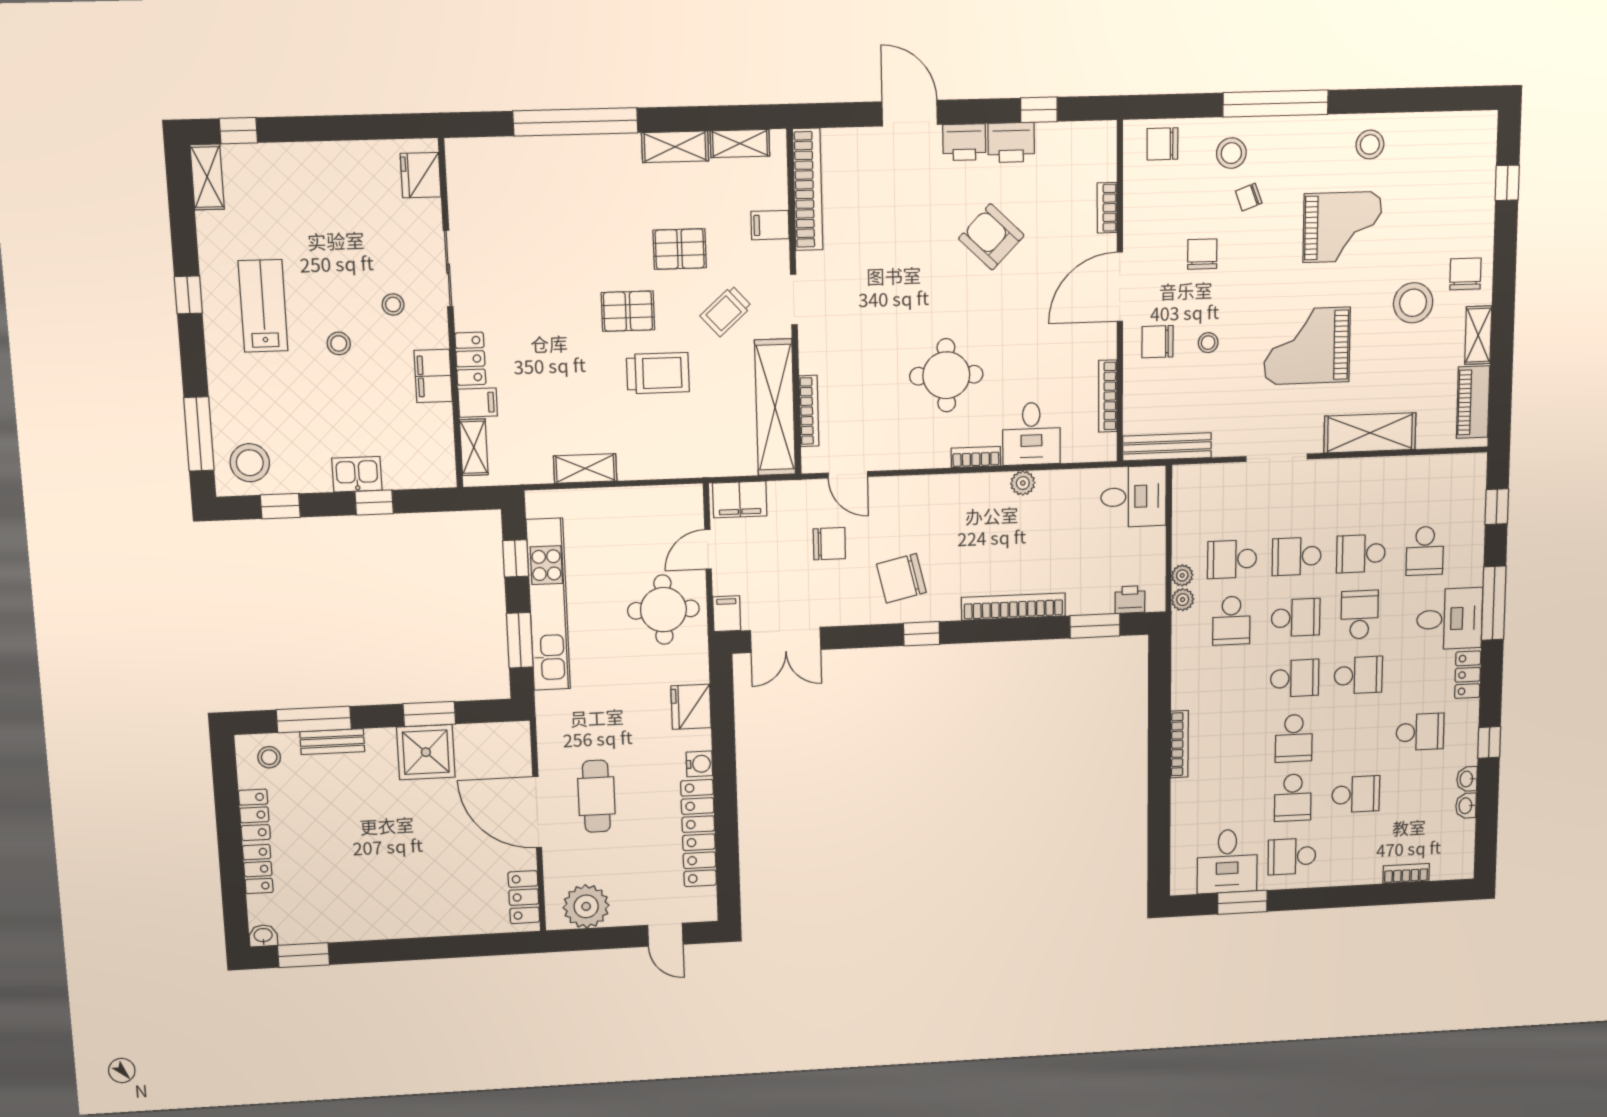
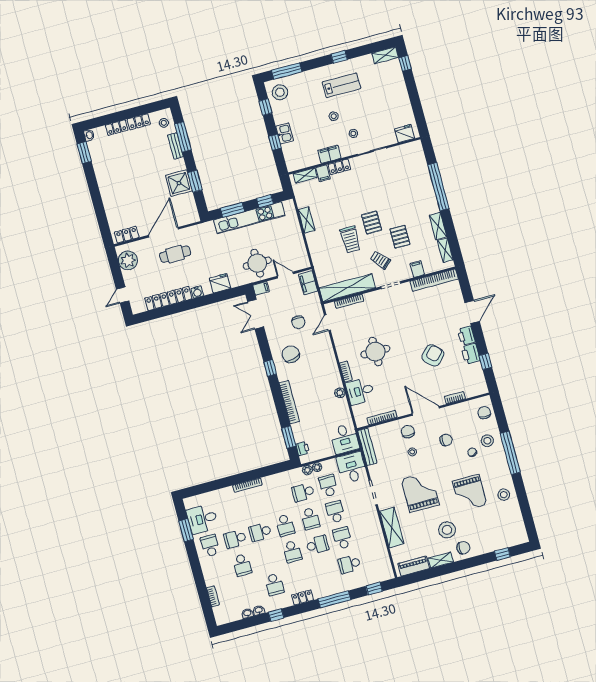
desk: (1450, 619) -> (352, 468), moved, turned 180

